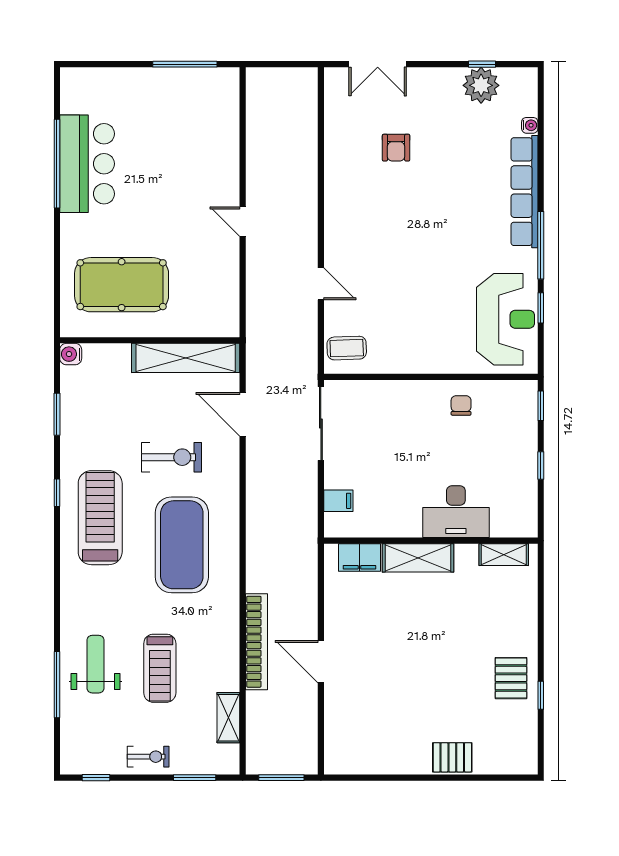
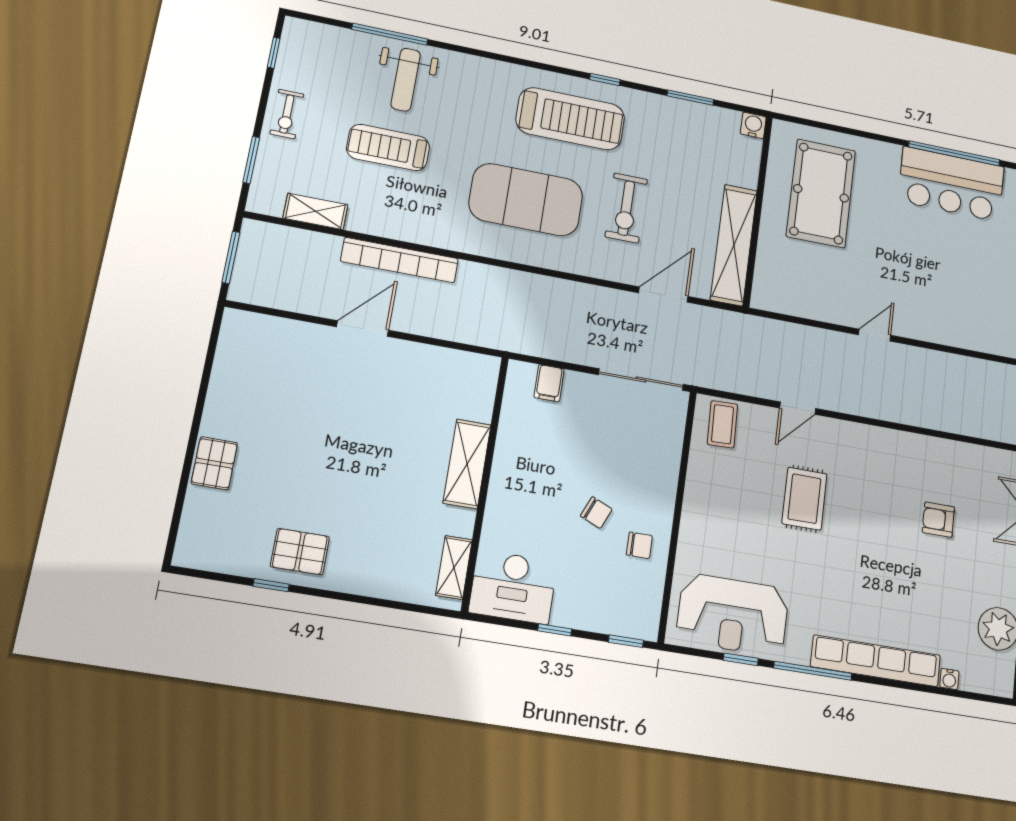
rug: (398, 269) -> (804, 499), added
chair: (440, 445) -> (596, 513), added
desk: (456, 512) -> (513, 587), moved, turned -90
filing cabinet: (359, 558) -> (479, 395), removed
weight bench: (96, 664) -> (406, 80), turned 90

